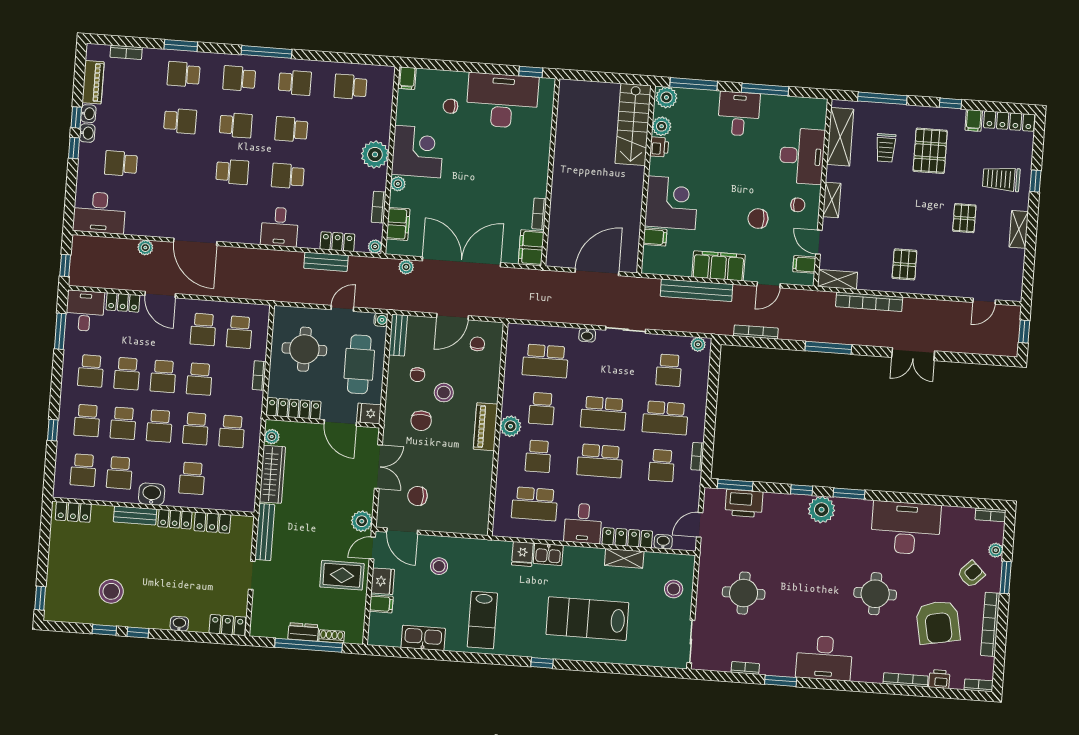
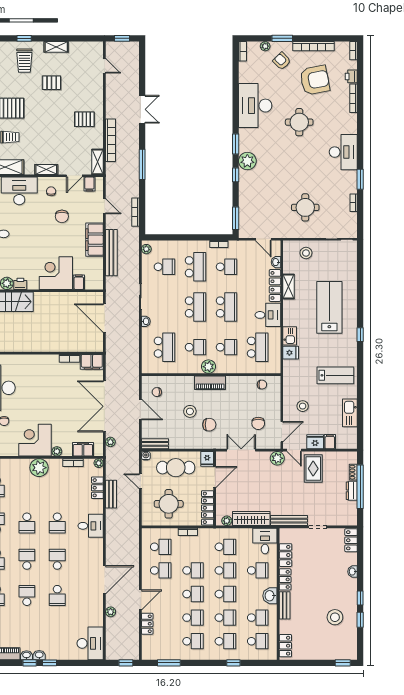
school desk: (121, 163) -> (57, 595), moved
desk: (85, 311) -> (265, 541), moved, turned 90
chair: (417, 375) -> (262, 385), moved
printer: (744, 503) -> (247, 212), removed
lab bench: (587, 619) -> (329, 307), turned 180

